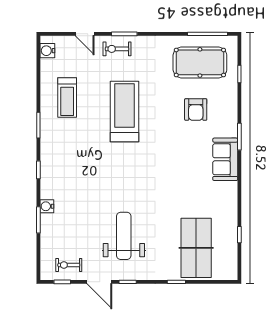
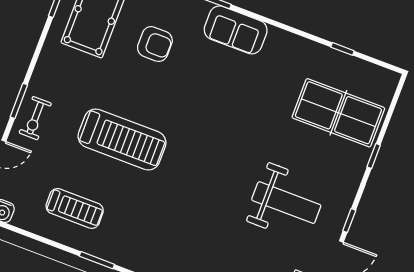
treadmill: (124, 112) -> (122, 139), turned 180
weight bench: (124, 236) -> (286, 203), turned 180

